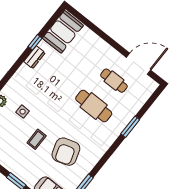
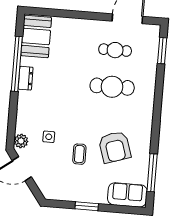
window: (35, 42) -> (17, 64), width x3.17
window: (130, 127) -> (162, 51), moved

